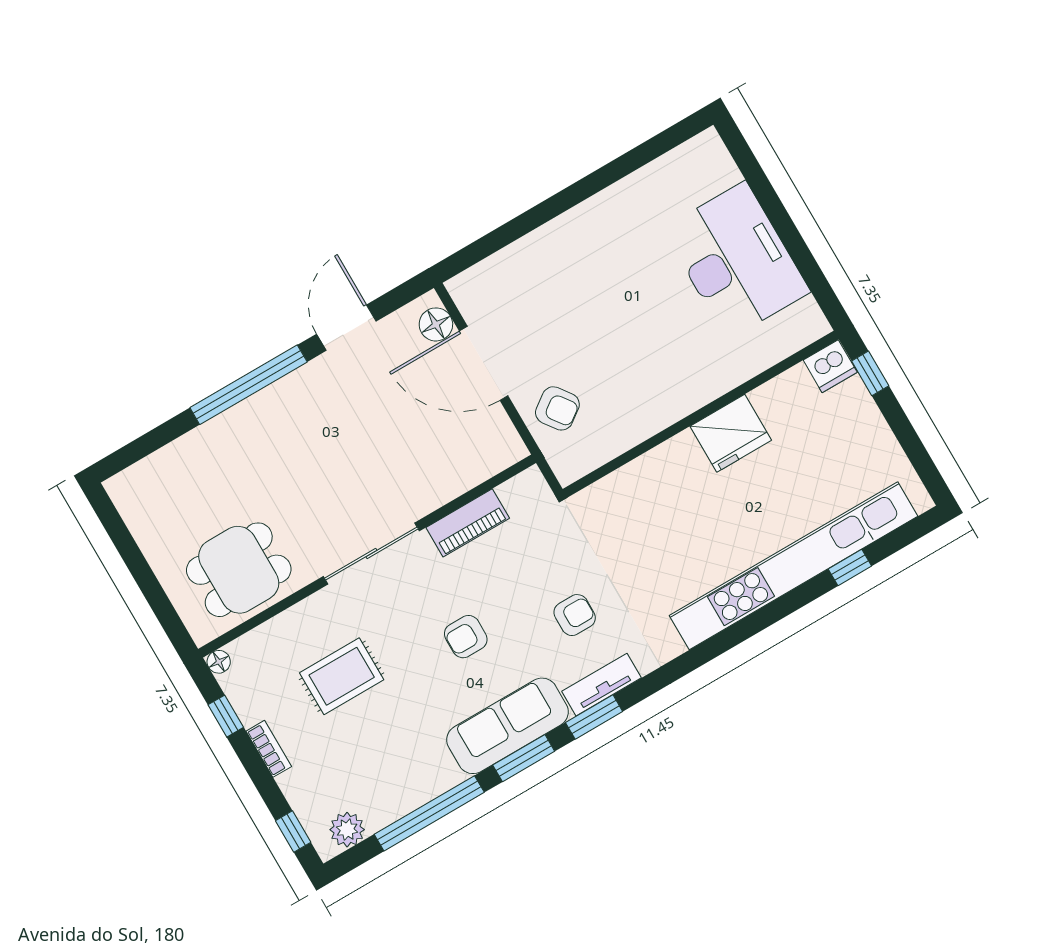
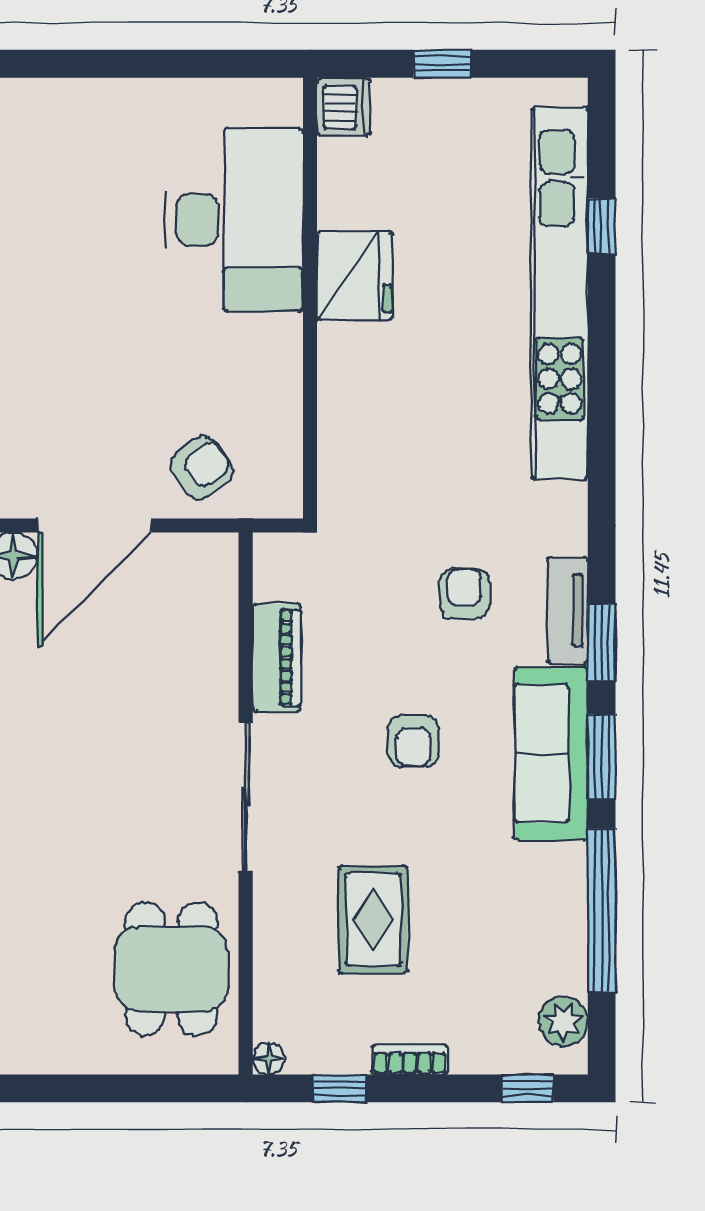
desk: (736, 260) -> (235, 220), moved, turned 90
window: (870, 373) -> (442, 64), moved

